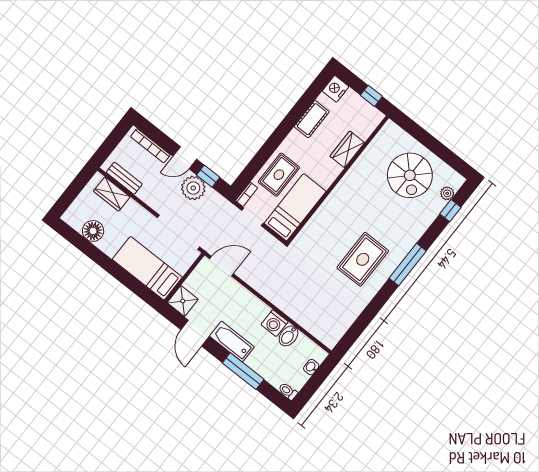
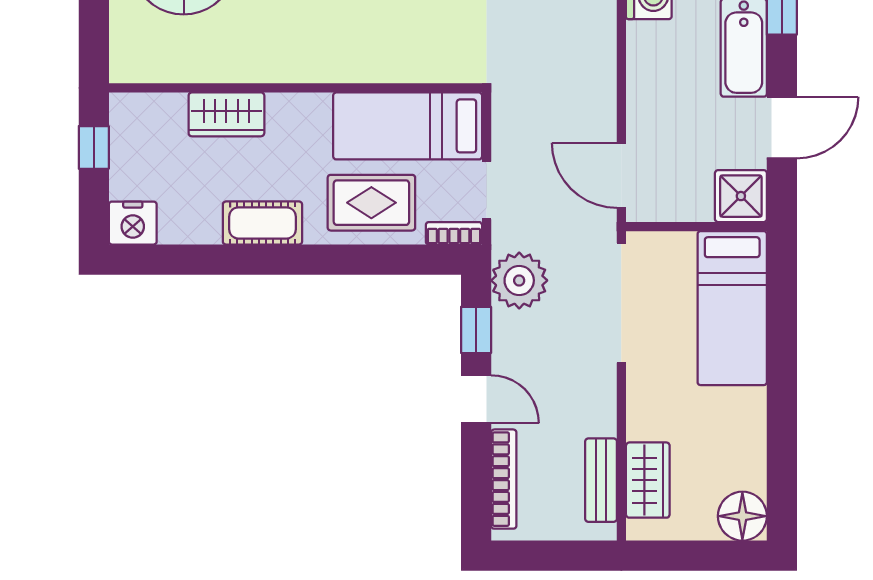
cot: (312, 119) -> (262, 223), moved
plant: (193, 188) -> (519, 280), moved
floor lamp: (93, 231) -> (742, 516), moved

